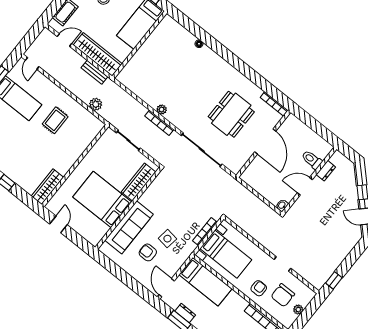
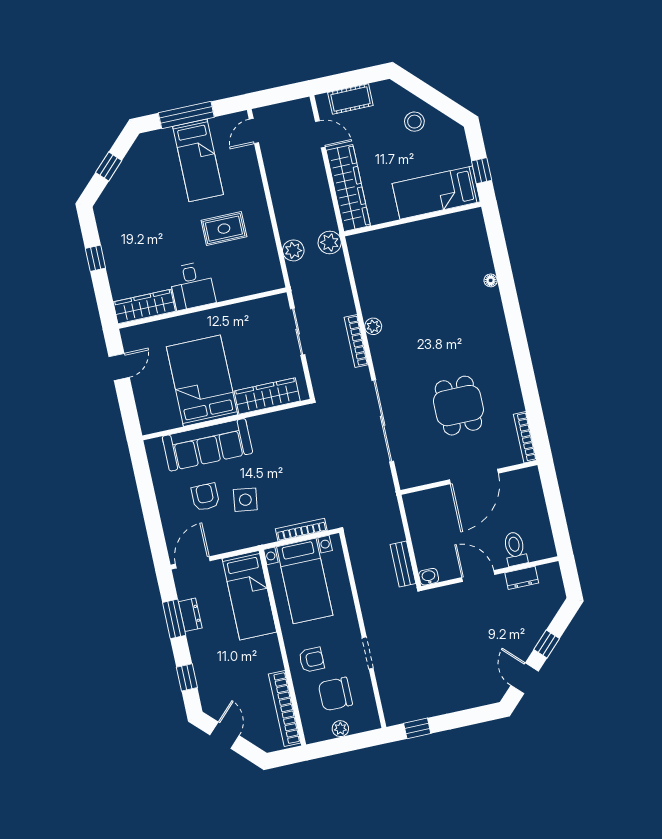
bench: (94, 72) -> (403, 564), moved
plant: (110, 87) -> (330, 242), added
dining table: (231, 114) -> (458, 406), width x0.73
desk: (62, 159) -> (192, 286), added

